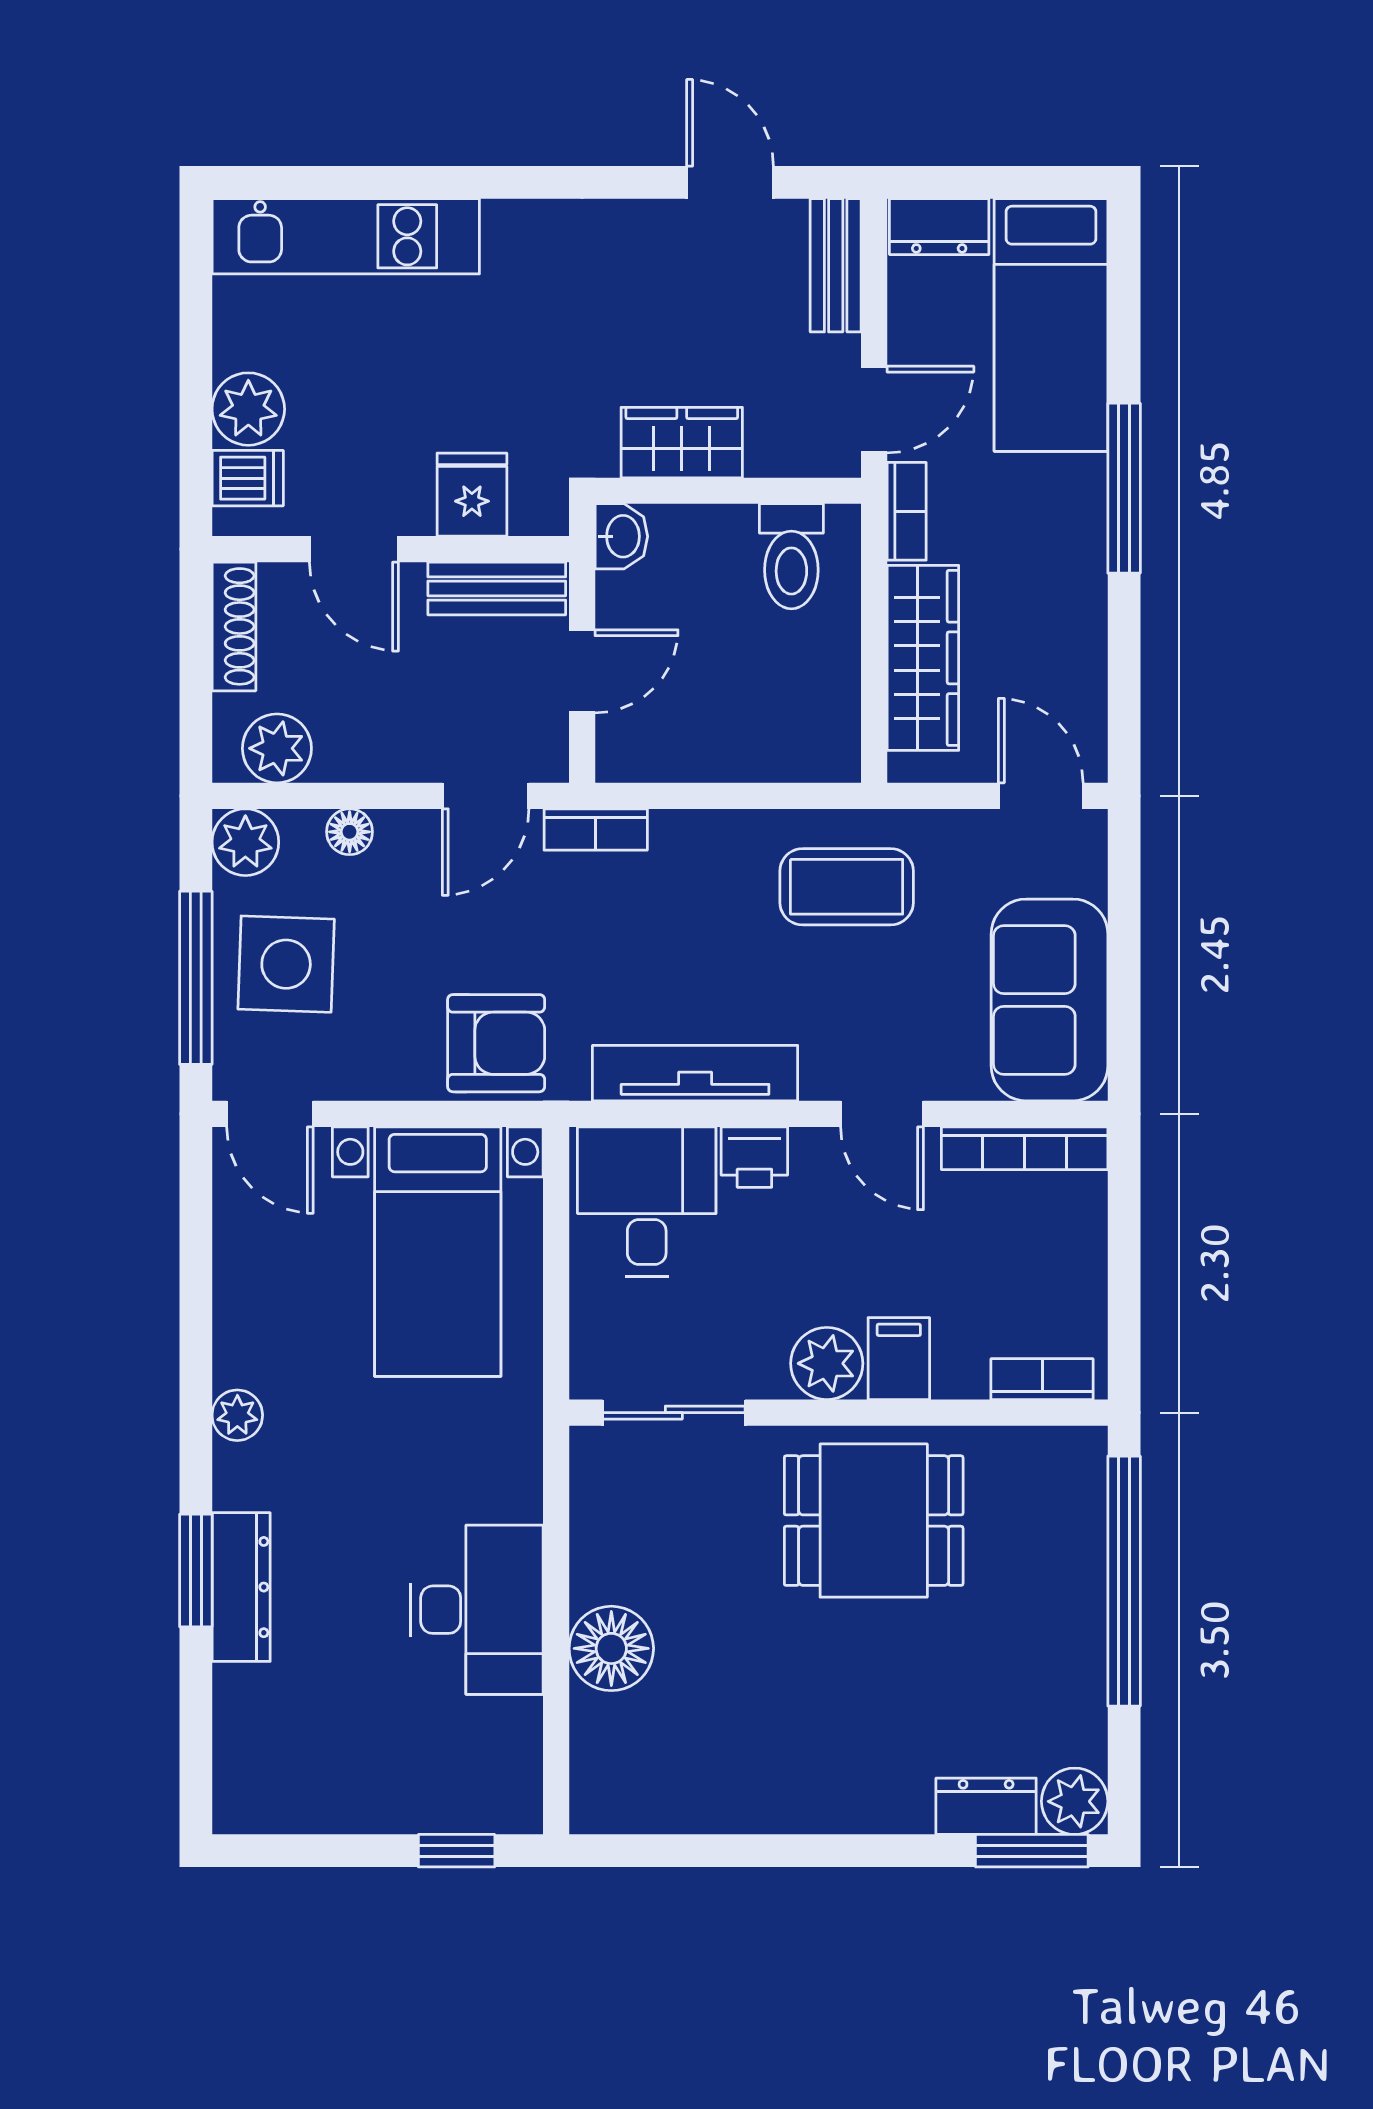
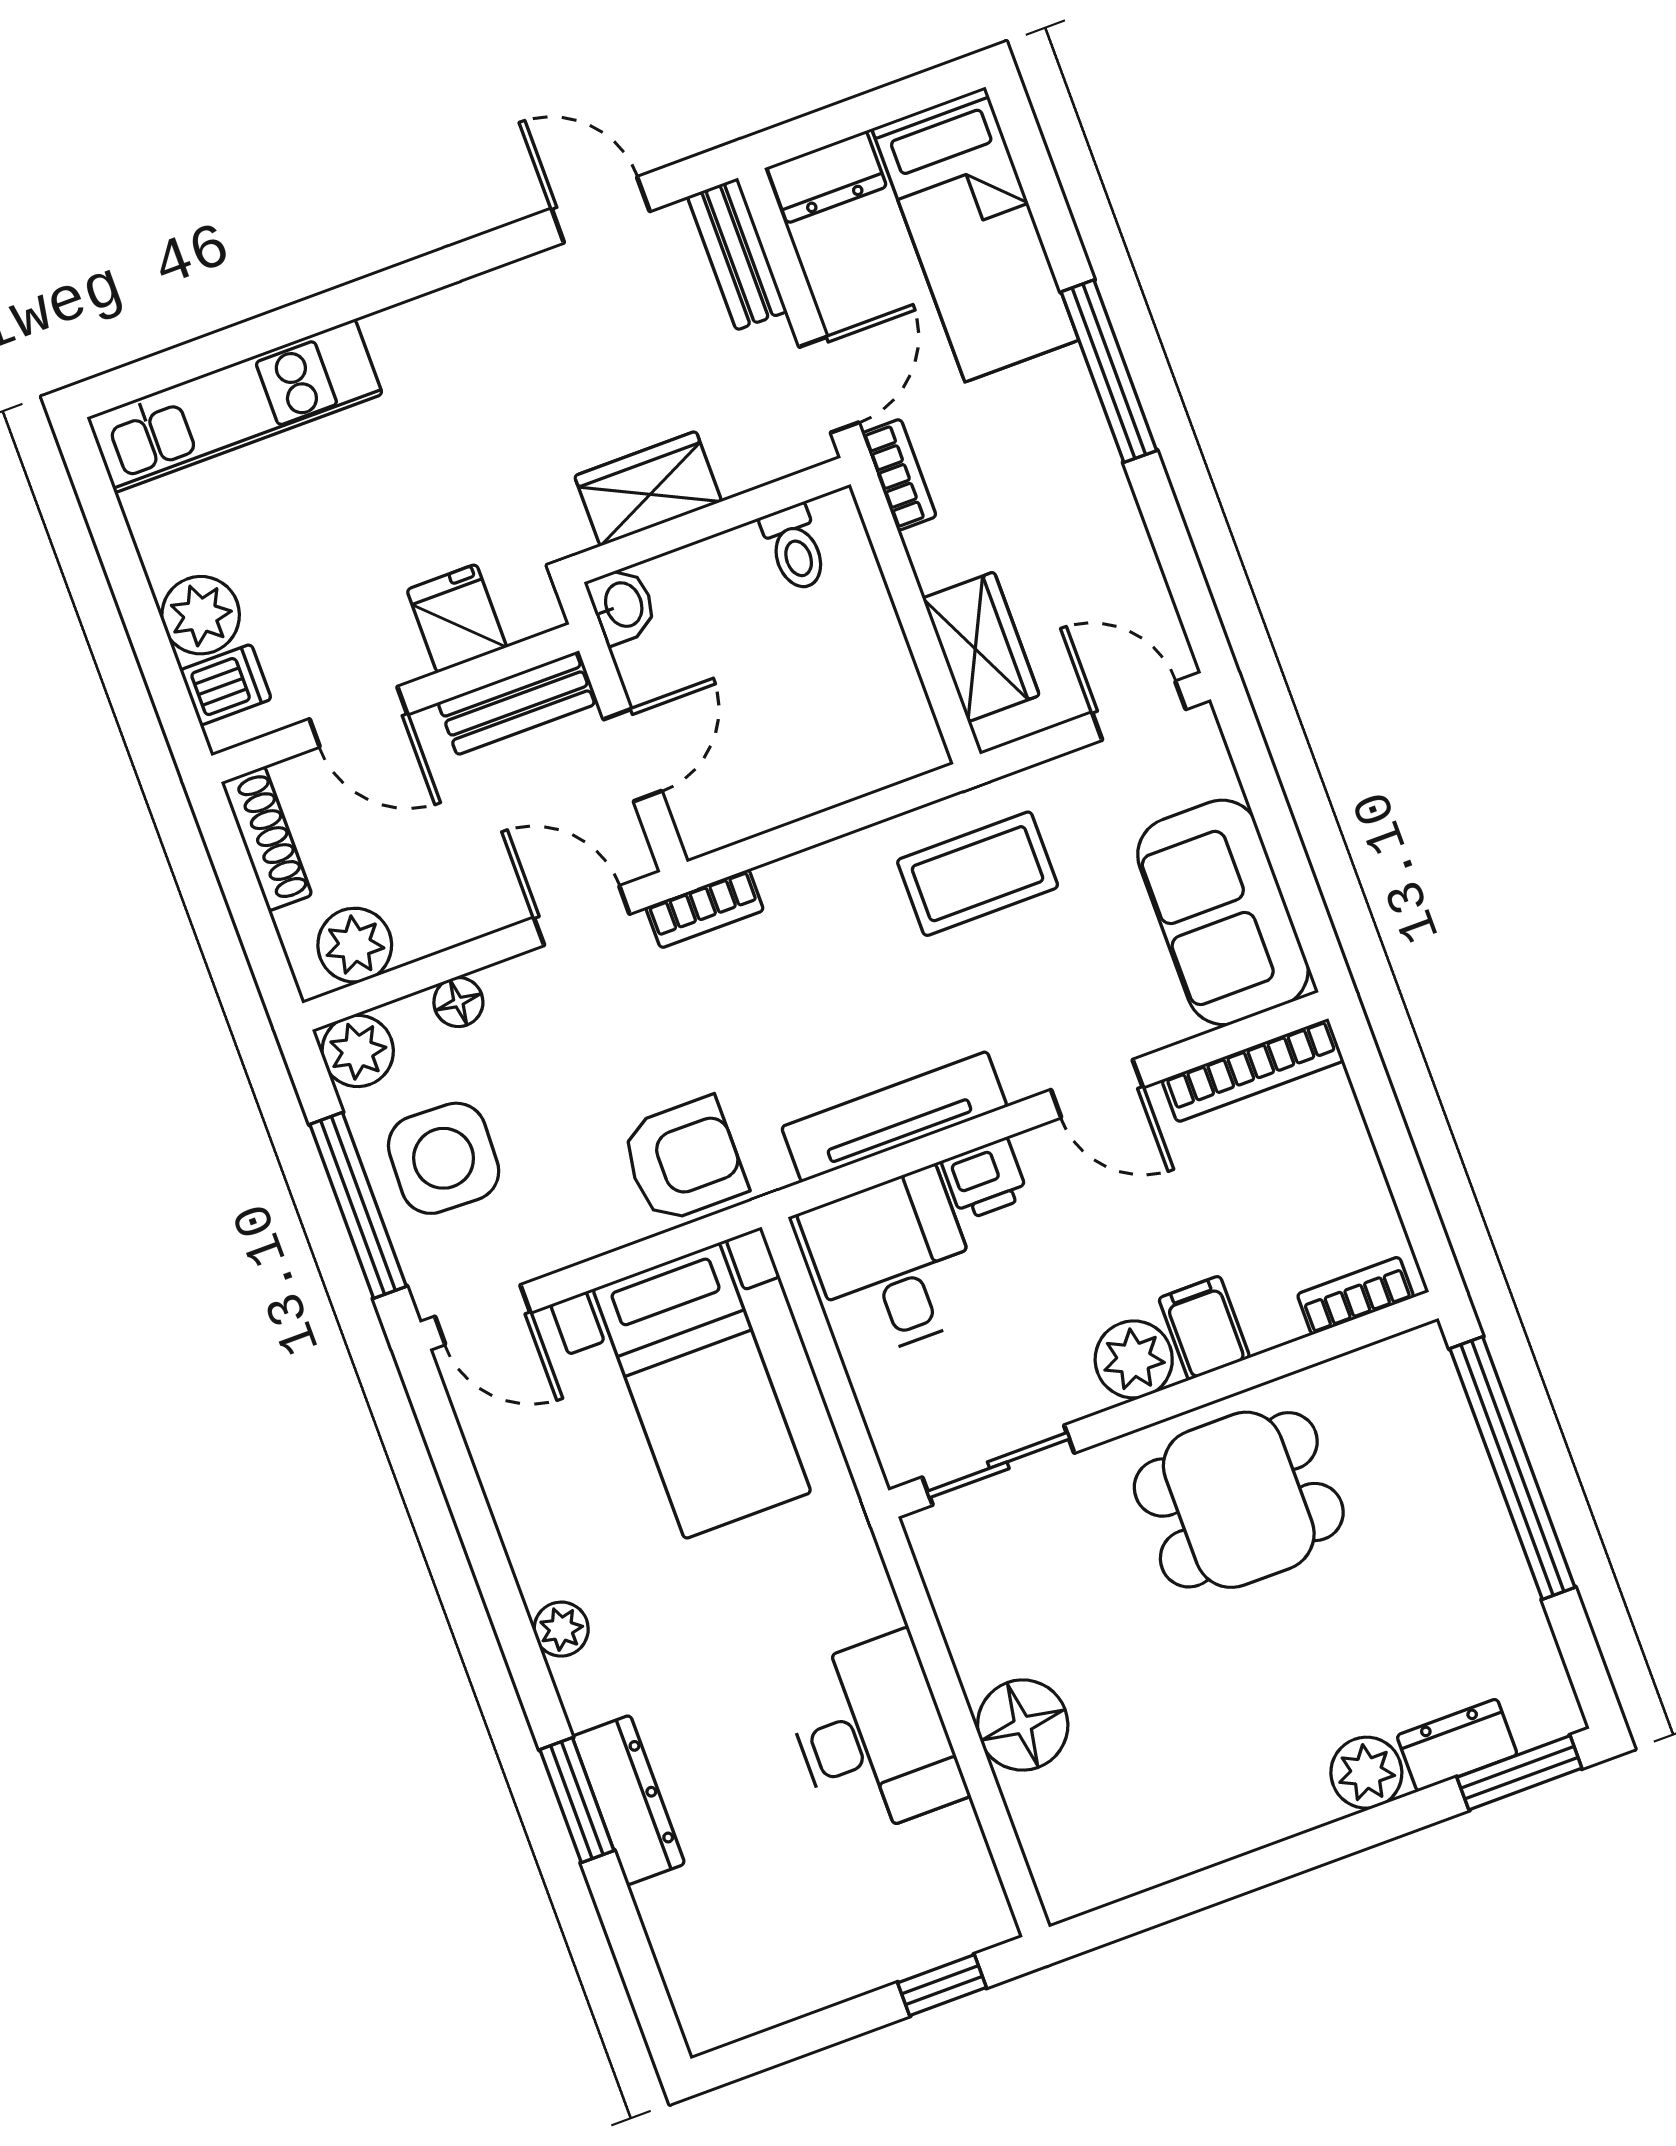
toilet: (791, 556) -> (795, 548), width x0.73, depth x0.72
wardrobe: (923, 658) -> (981, 647), width x0.67
door: (486, 796) -> (582, 916), swing flipped
plant: (1075, 1801) -> (1366, 1773), moved

